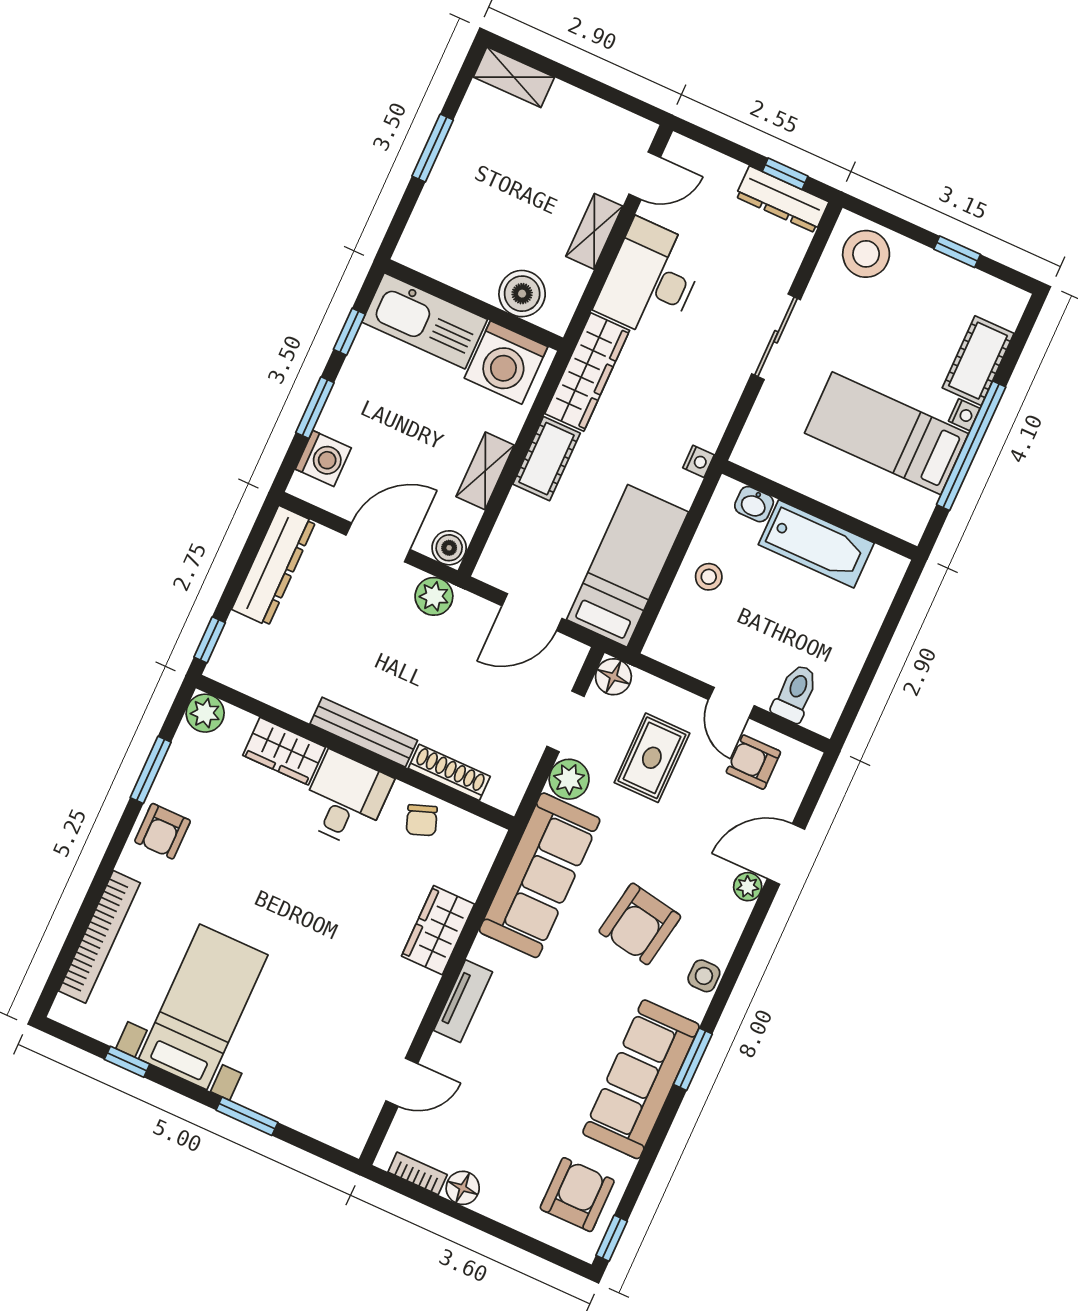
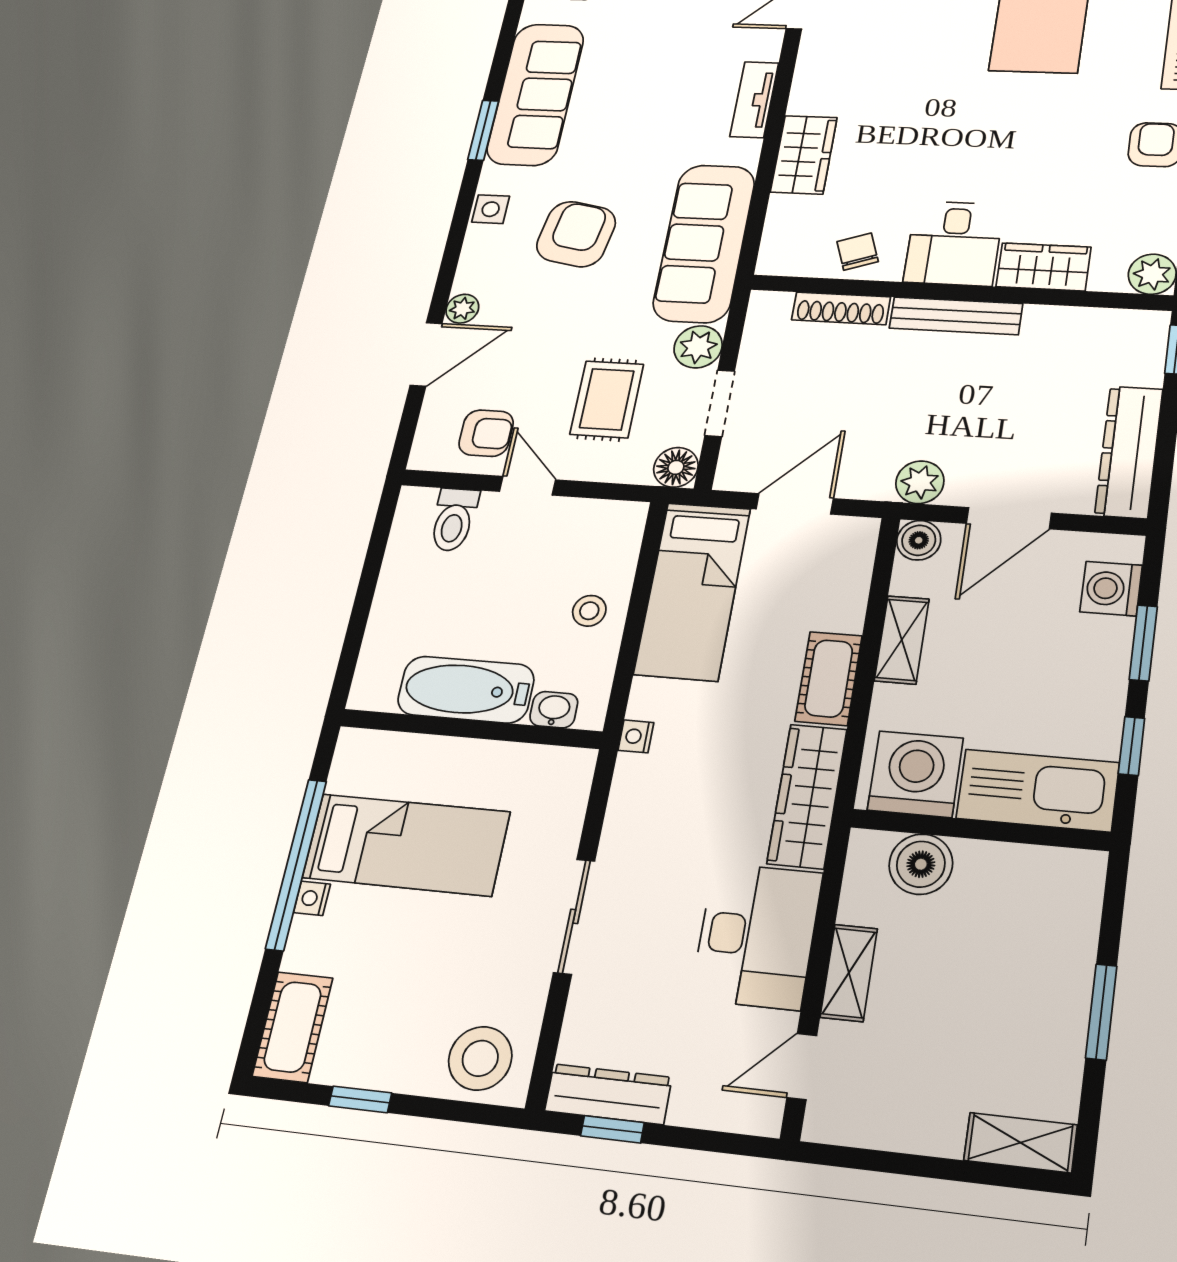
cot: (978, 361) -> (293, 1027), moved

